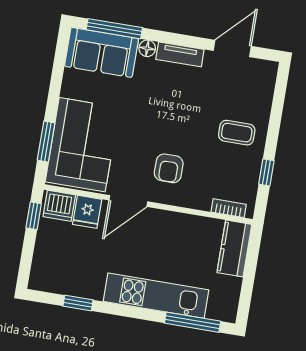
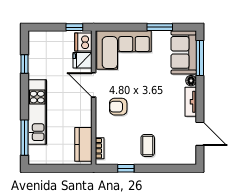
window: (46, 142) -> (160, 27), moved
kitchen counter: (234, 248) -> (83, 144), moved, turned -90

